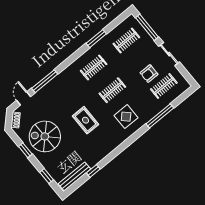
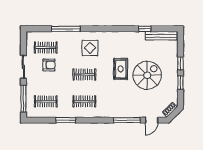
spiral stairs: (45, 136) -> (147, 75), moved, turned -90
window: (47, 176) -> (180, 63), moved

